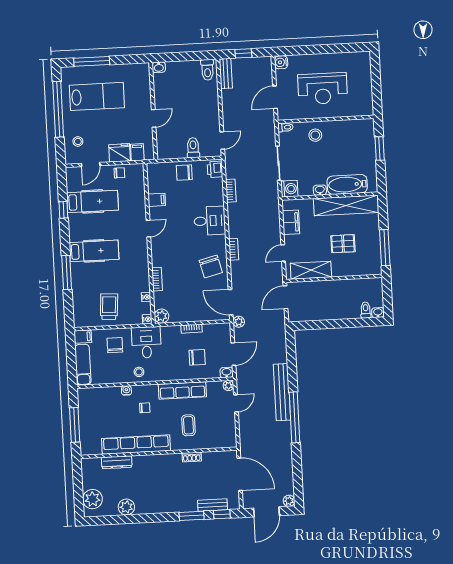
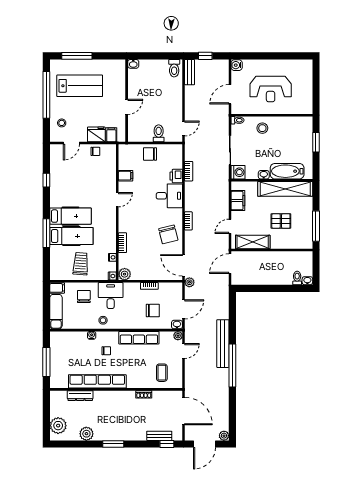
printer: (215, 169) -> (176, 176), moved
hospital bed: (93, 201) -> (71, 236), moved
coffee table: (188, 425) -> (162, 373), moved
window: (192, 516) -> (113, 444), moved

